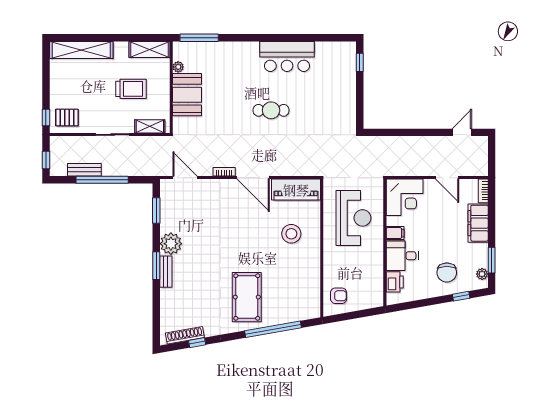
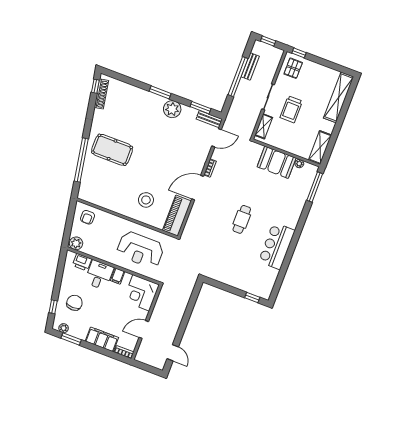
trolley: (131, 89) -> (291, 109), moved
bench: (166, 272) -> (209, 119), moved
chair: (447, 273) -> (74, 303), turned 90
plant: (375, 298) -> (76, 243), added
window: (197, 343) -> (95, 86), moved

